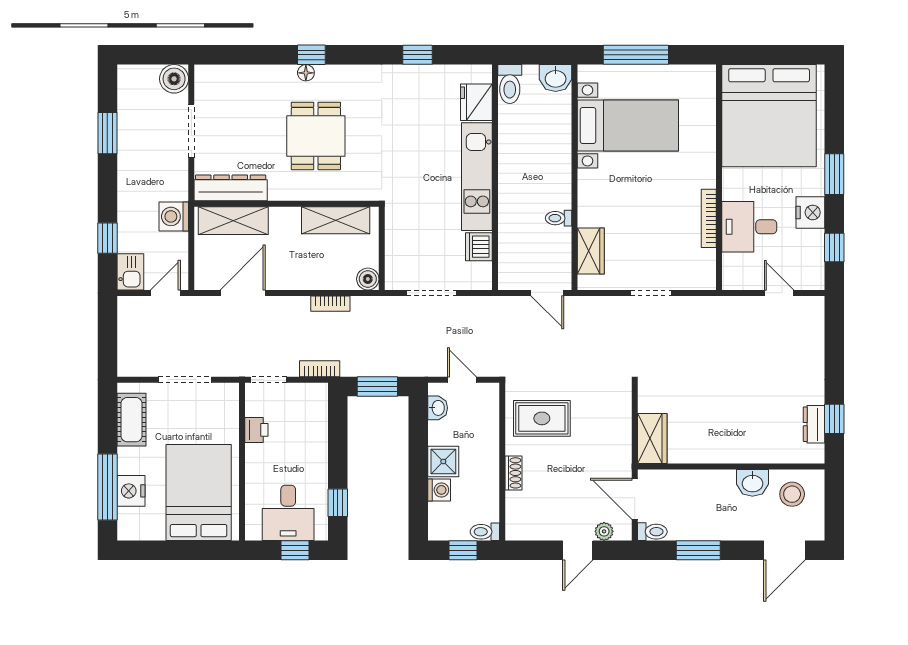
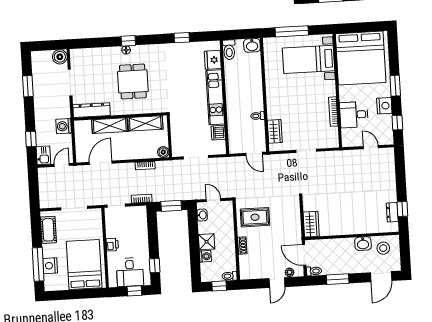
bed with nightstands: (628, 125) -> (308, 59), moved, turned 180
shelving: (233, 221) -> (110, 126), moved
printer: (256, 430) -> (112, 245), moved

